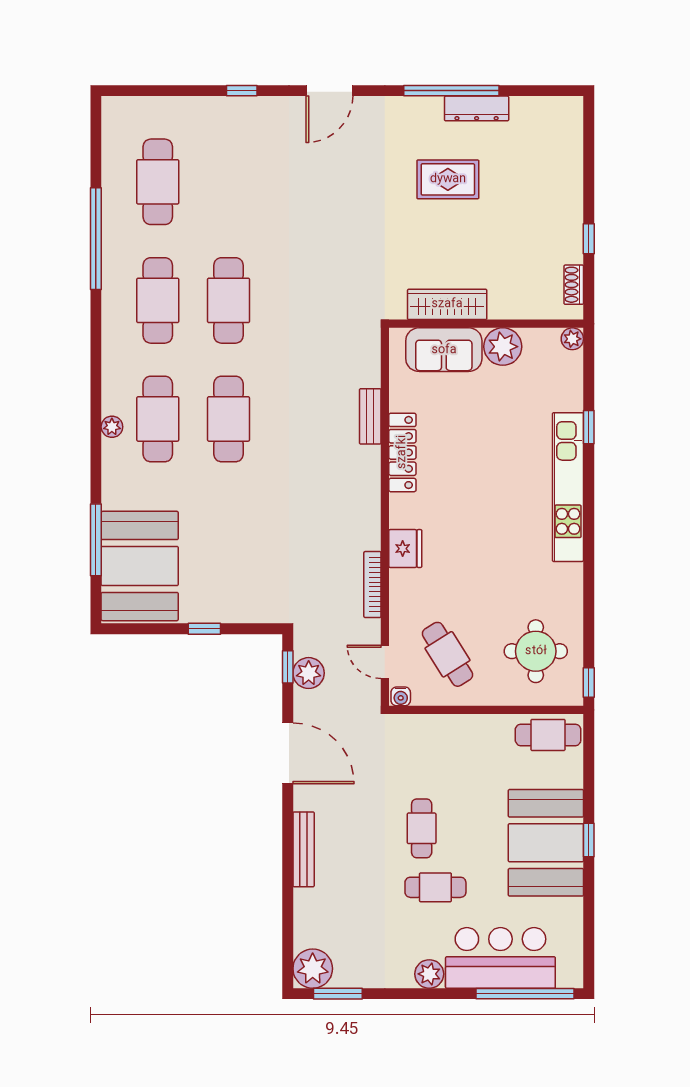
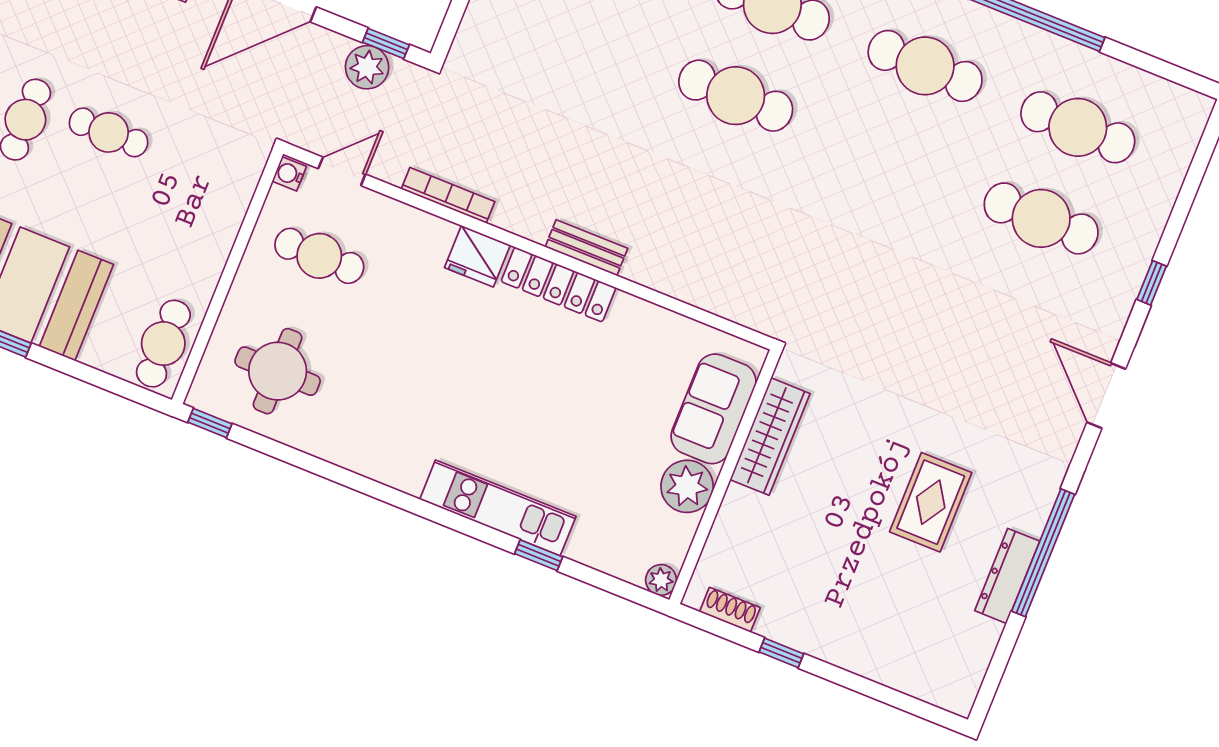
cafe table: (229, 300) -> (1041, 218), moved
bench: (370, 416) -> (586, 248), moved
locker: (402, 452) -> (559, 285), moved
kitchen unit: (568, 487) -> (498, 508), width x0.73
cafe table: (447, 654) -> (319, 256), turned 32

